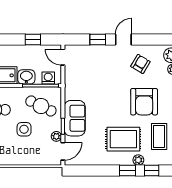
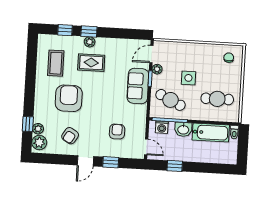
armchair: (93, 71) -> (117, 132), added
rug: (123, 139) -> (91, 63), width x0.73, depth x0.70
plant: (138, 160) -> (90, 42), moved

